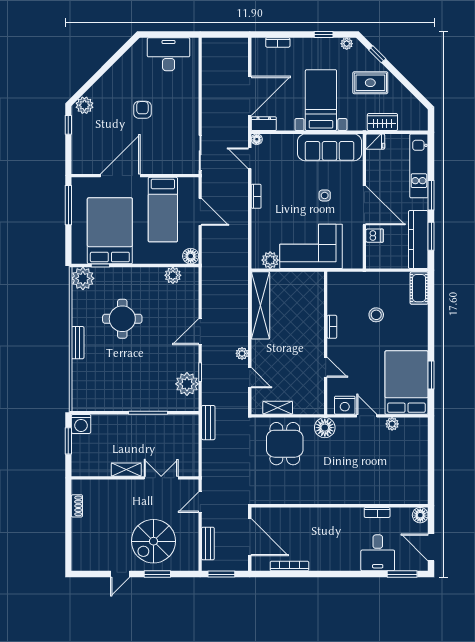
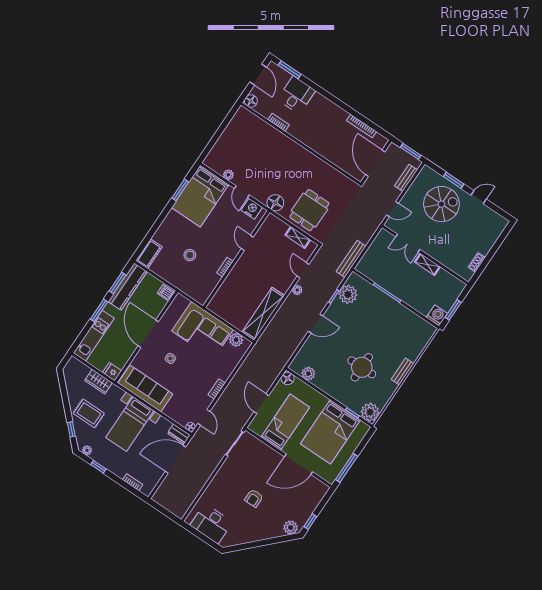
dishwasher: (375, 236) -> (166, 293), moved
bench: (208, 423) -> (351, 259), width x1.36

